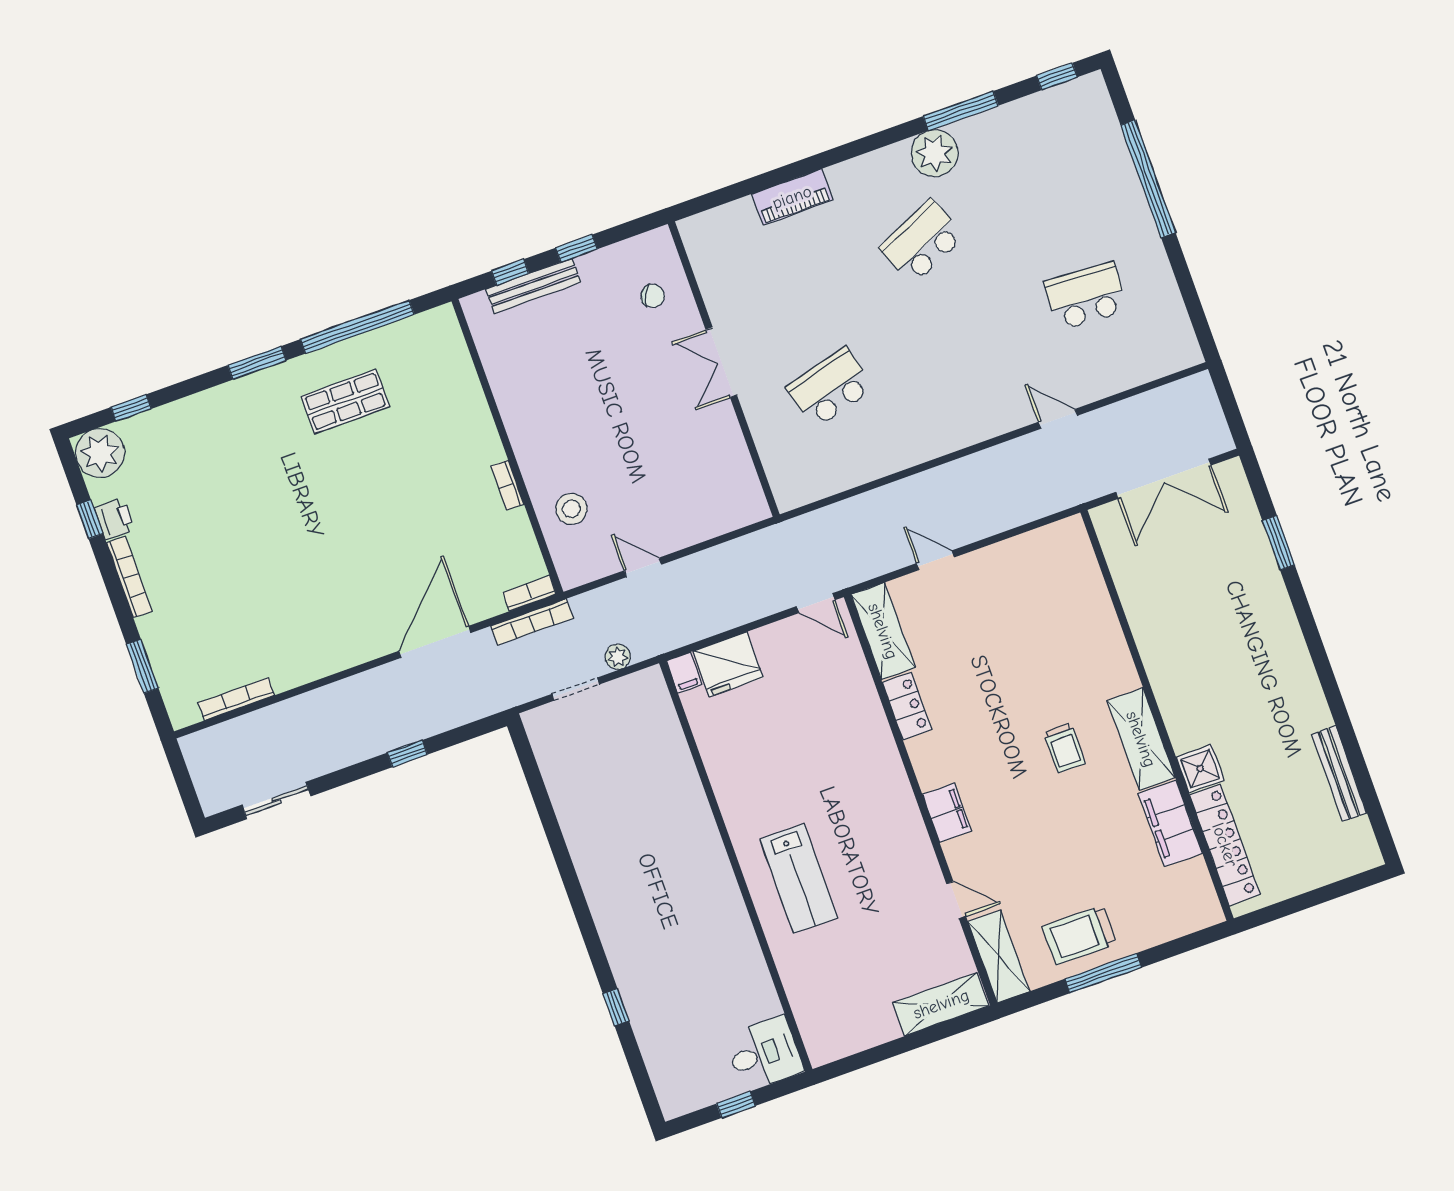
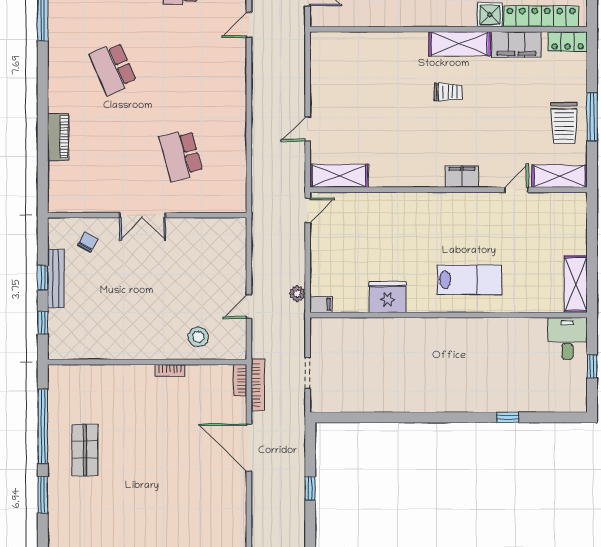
plant: (935, 153) -> (63, 42), removed
bench: (533, 286) -> (56, 279), moved
plant: (618, 657) -> (297, 294), moved
fridge: (728, 664) -> (387, 297), moved, turned -90
locker: (907, 706) -> (568, 41), moved, turned 180
shelving: (941, 1004) -> (576, 284), moved

